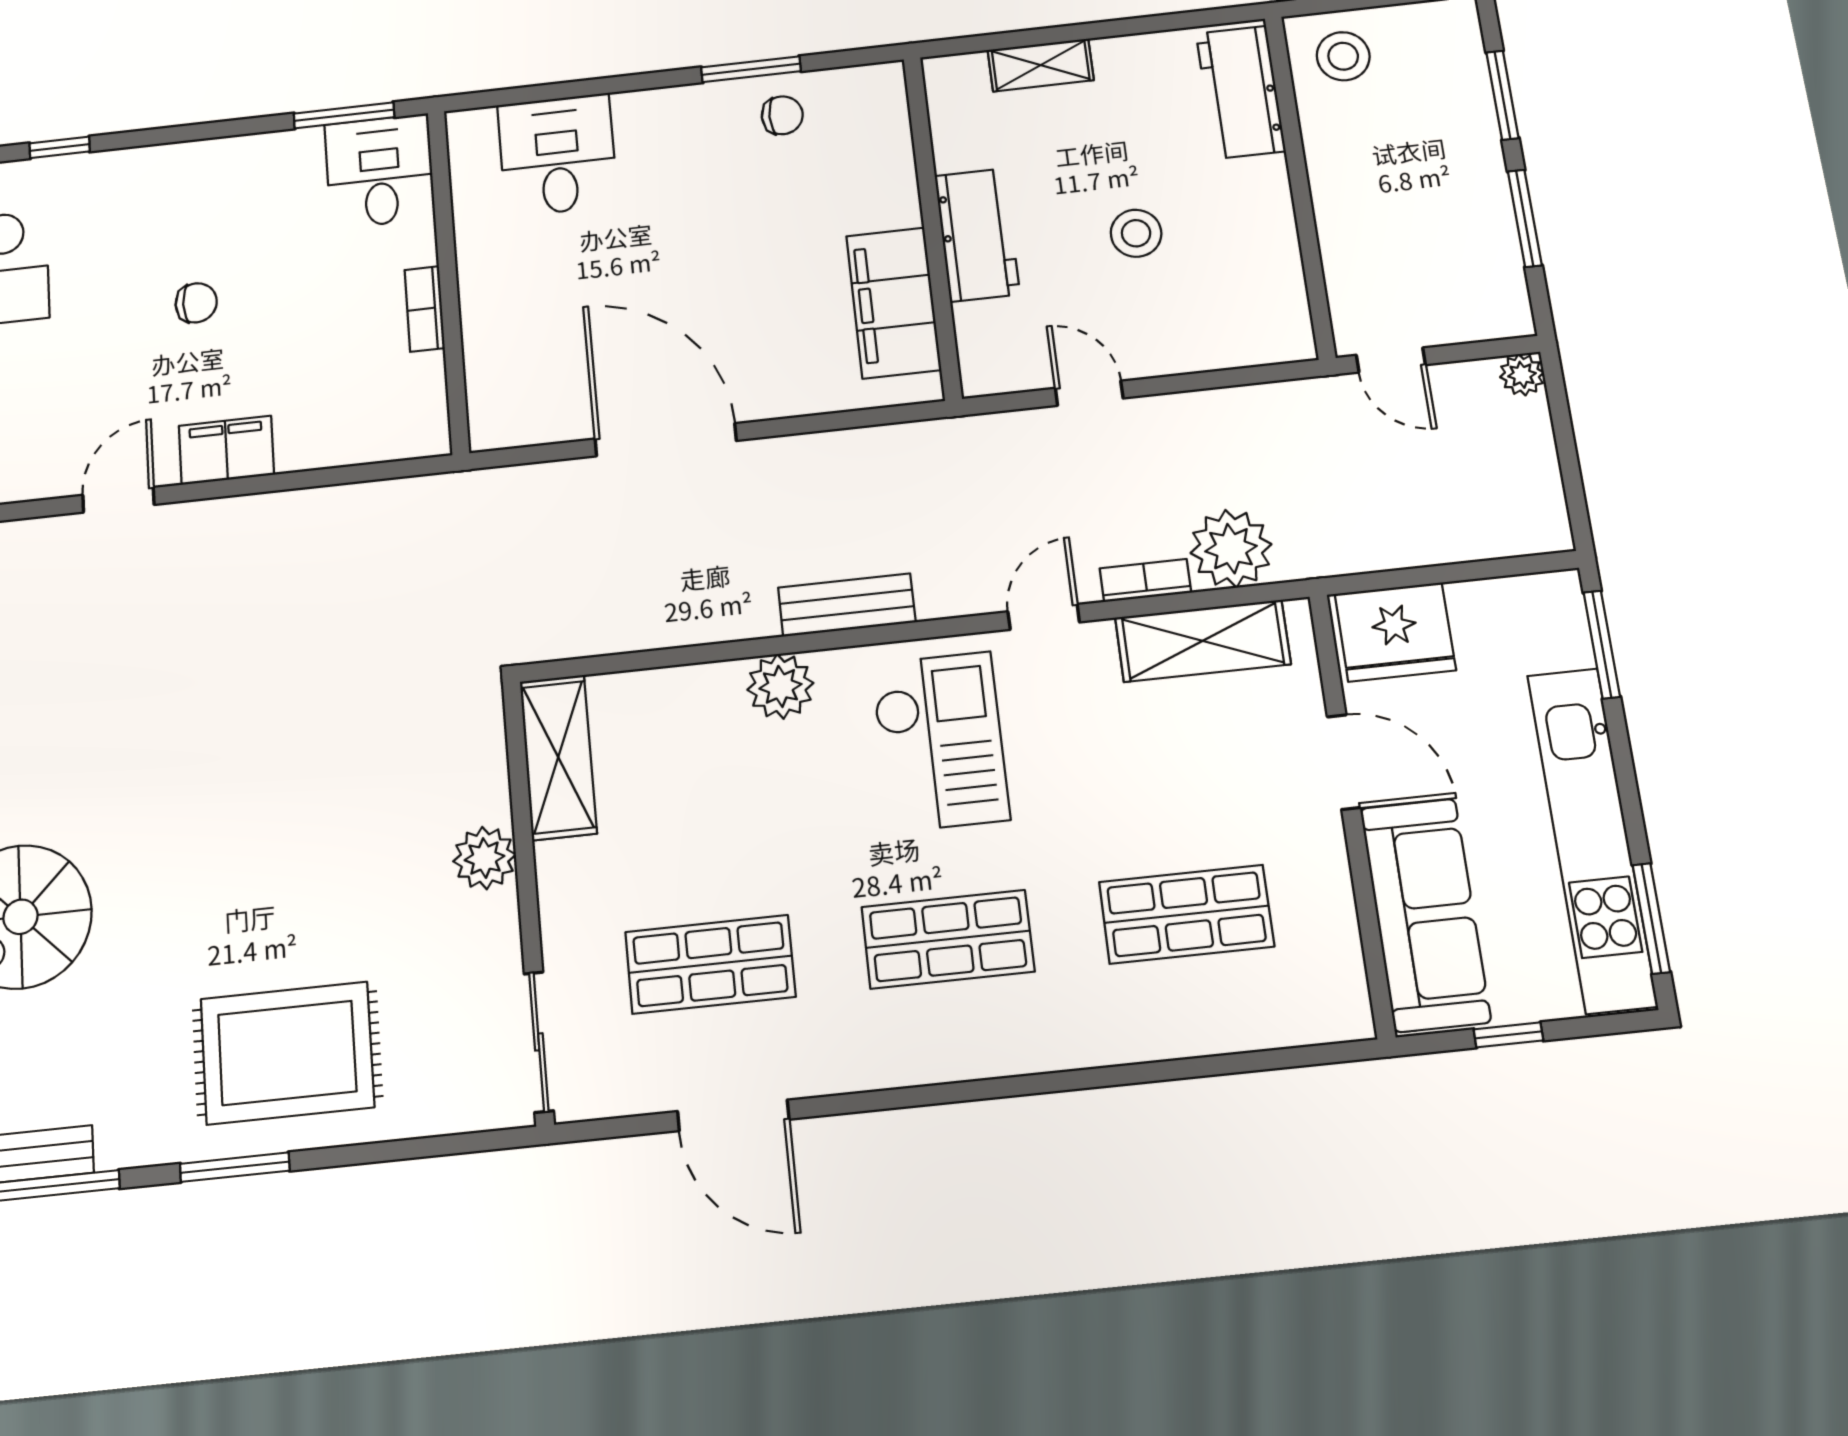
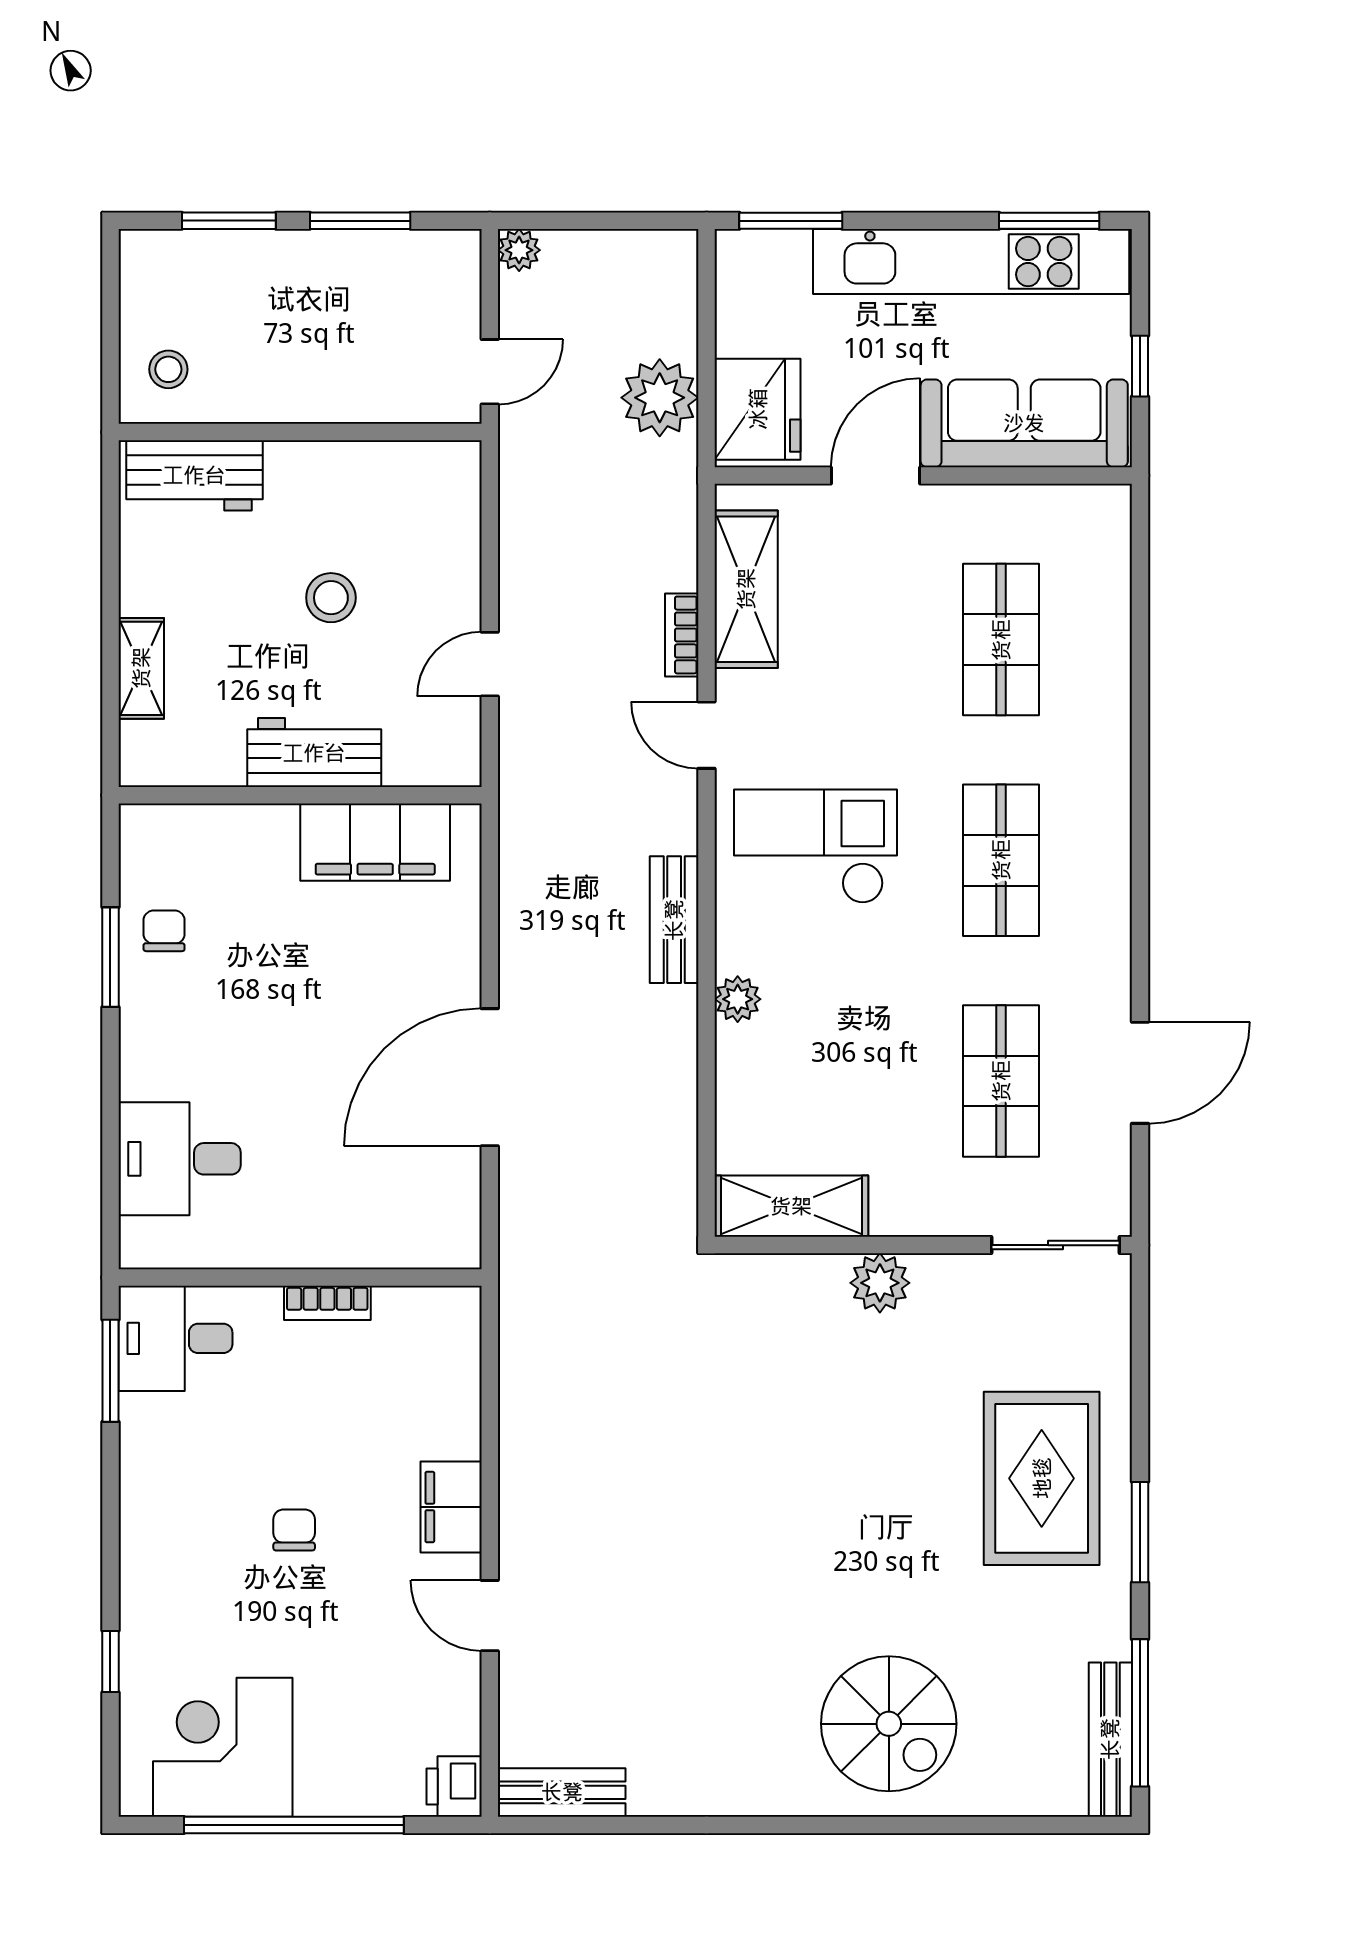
stool: (1343, 56) -> (168, 369), width x0.73, depth x0.73
plant: (1231, 549) -> (660, 398), moved
plant: (780, 686) -> (738, 999), width x0.73, depth x0.73

